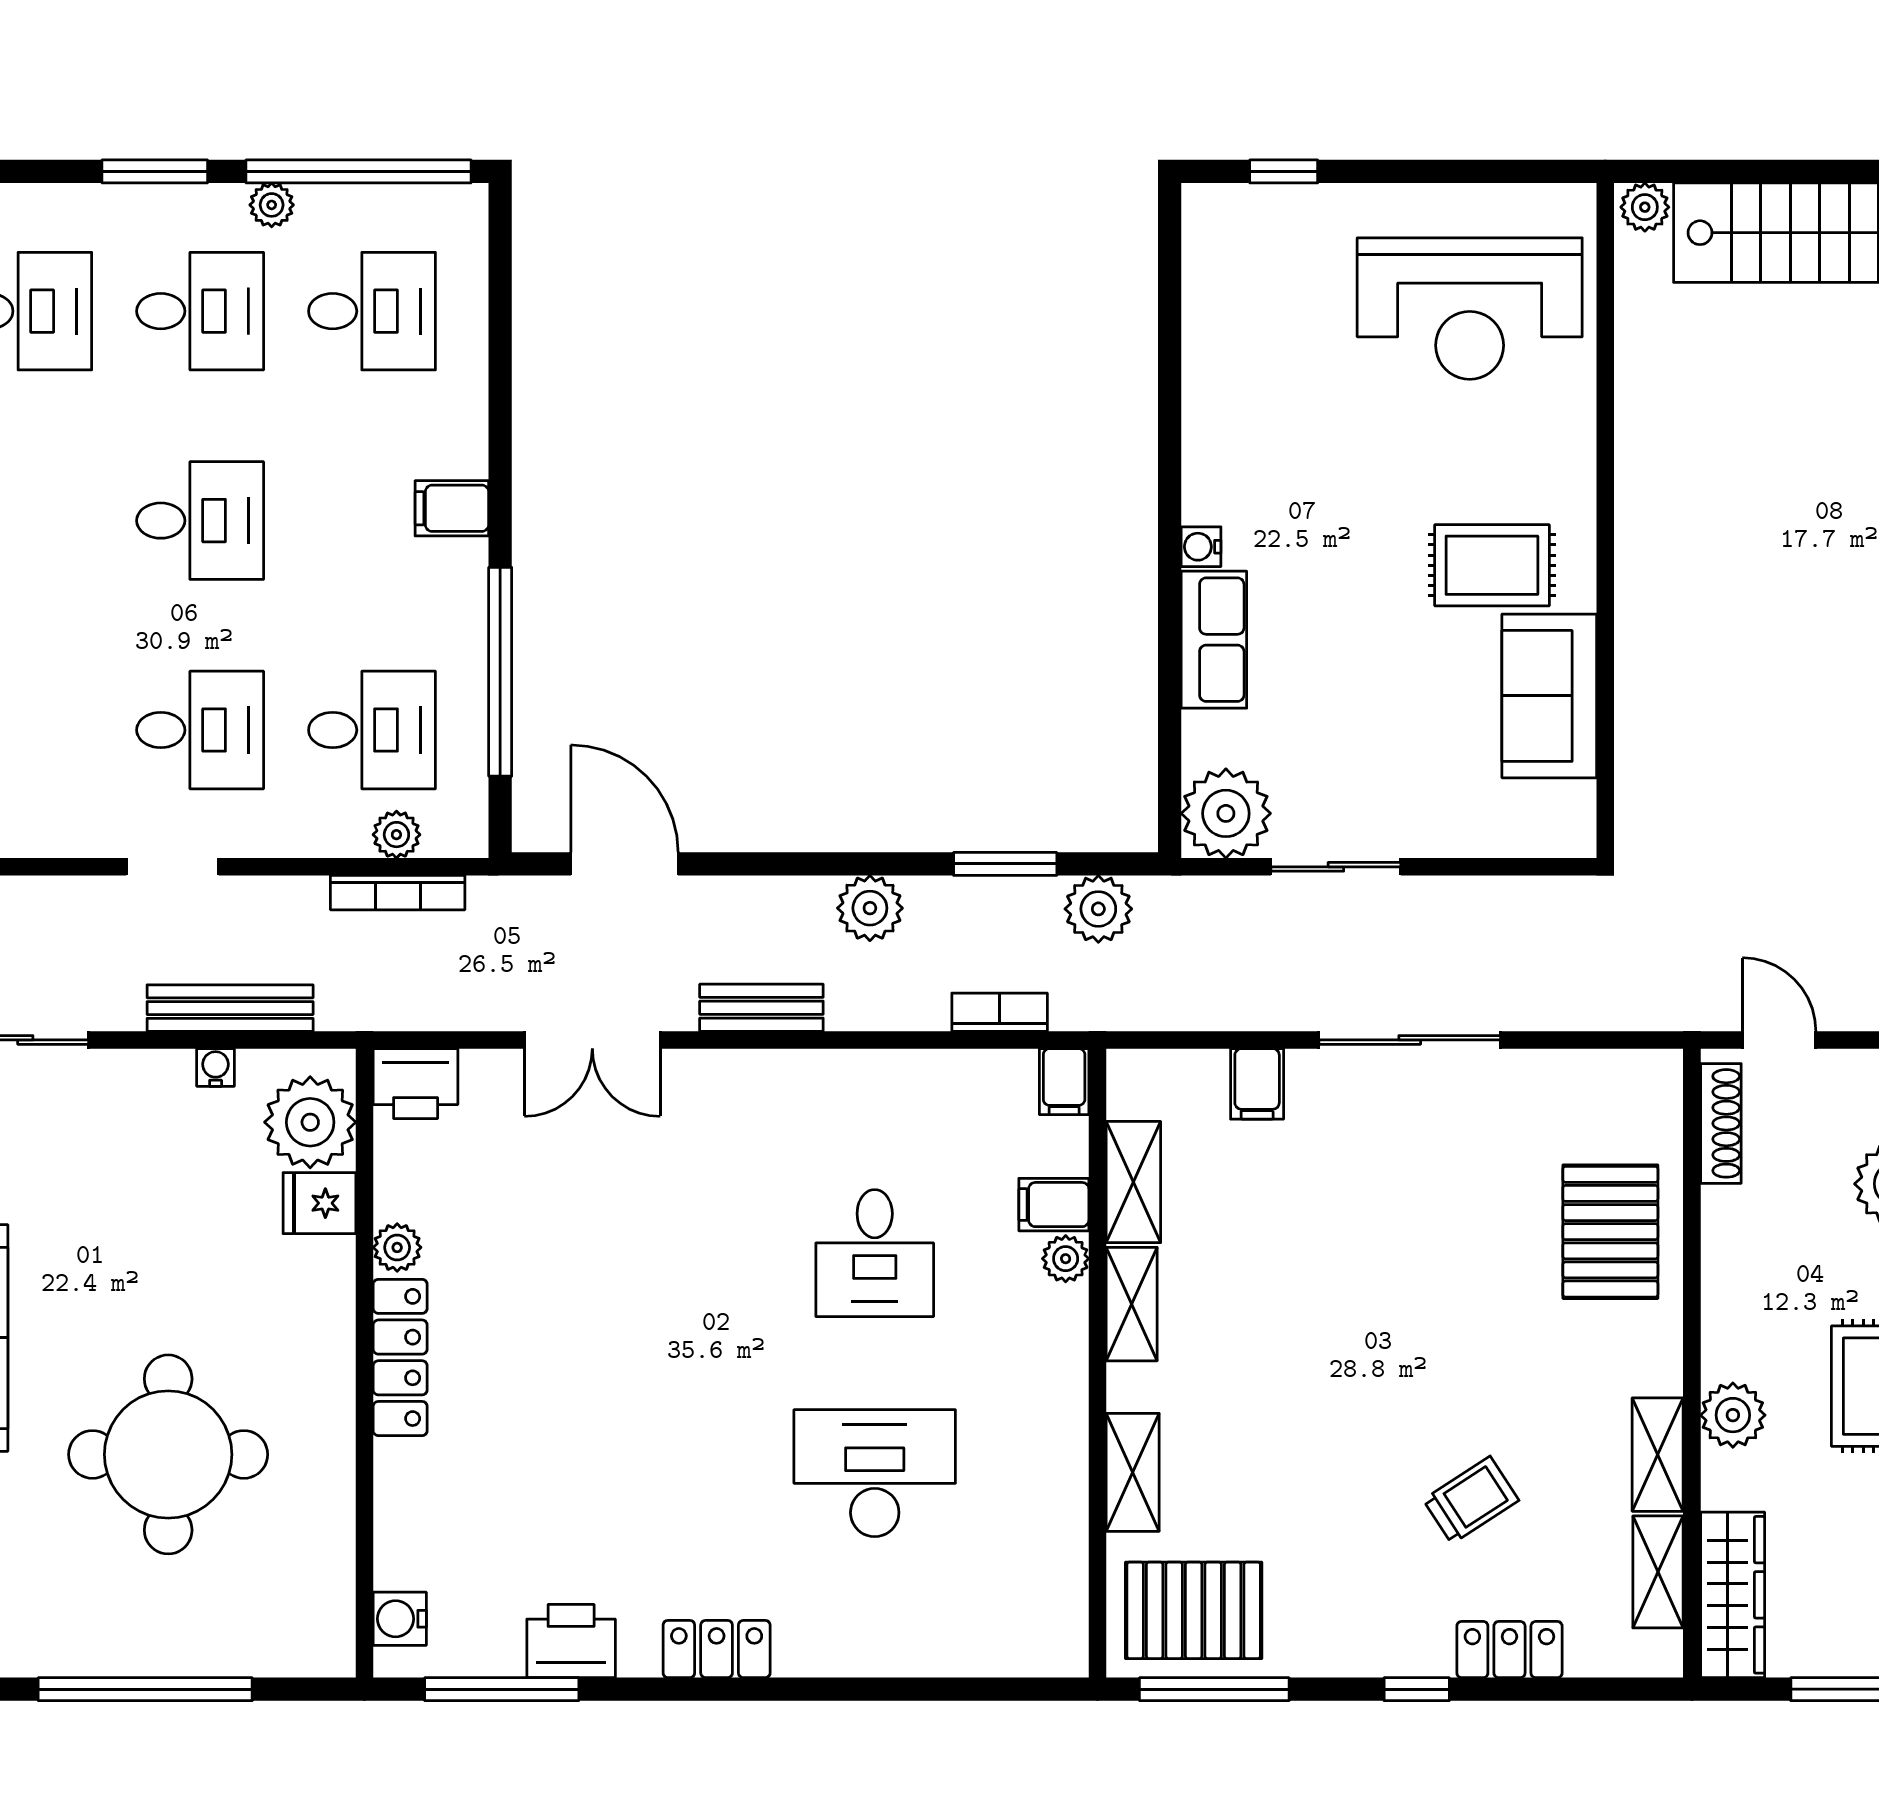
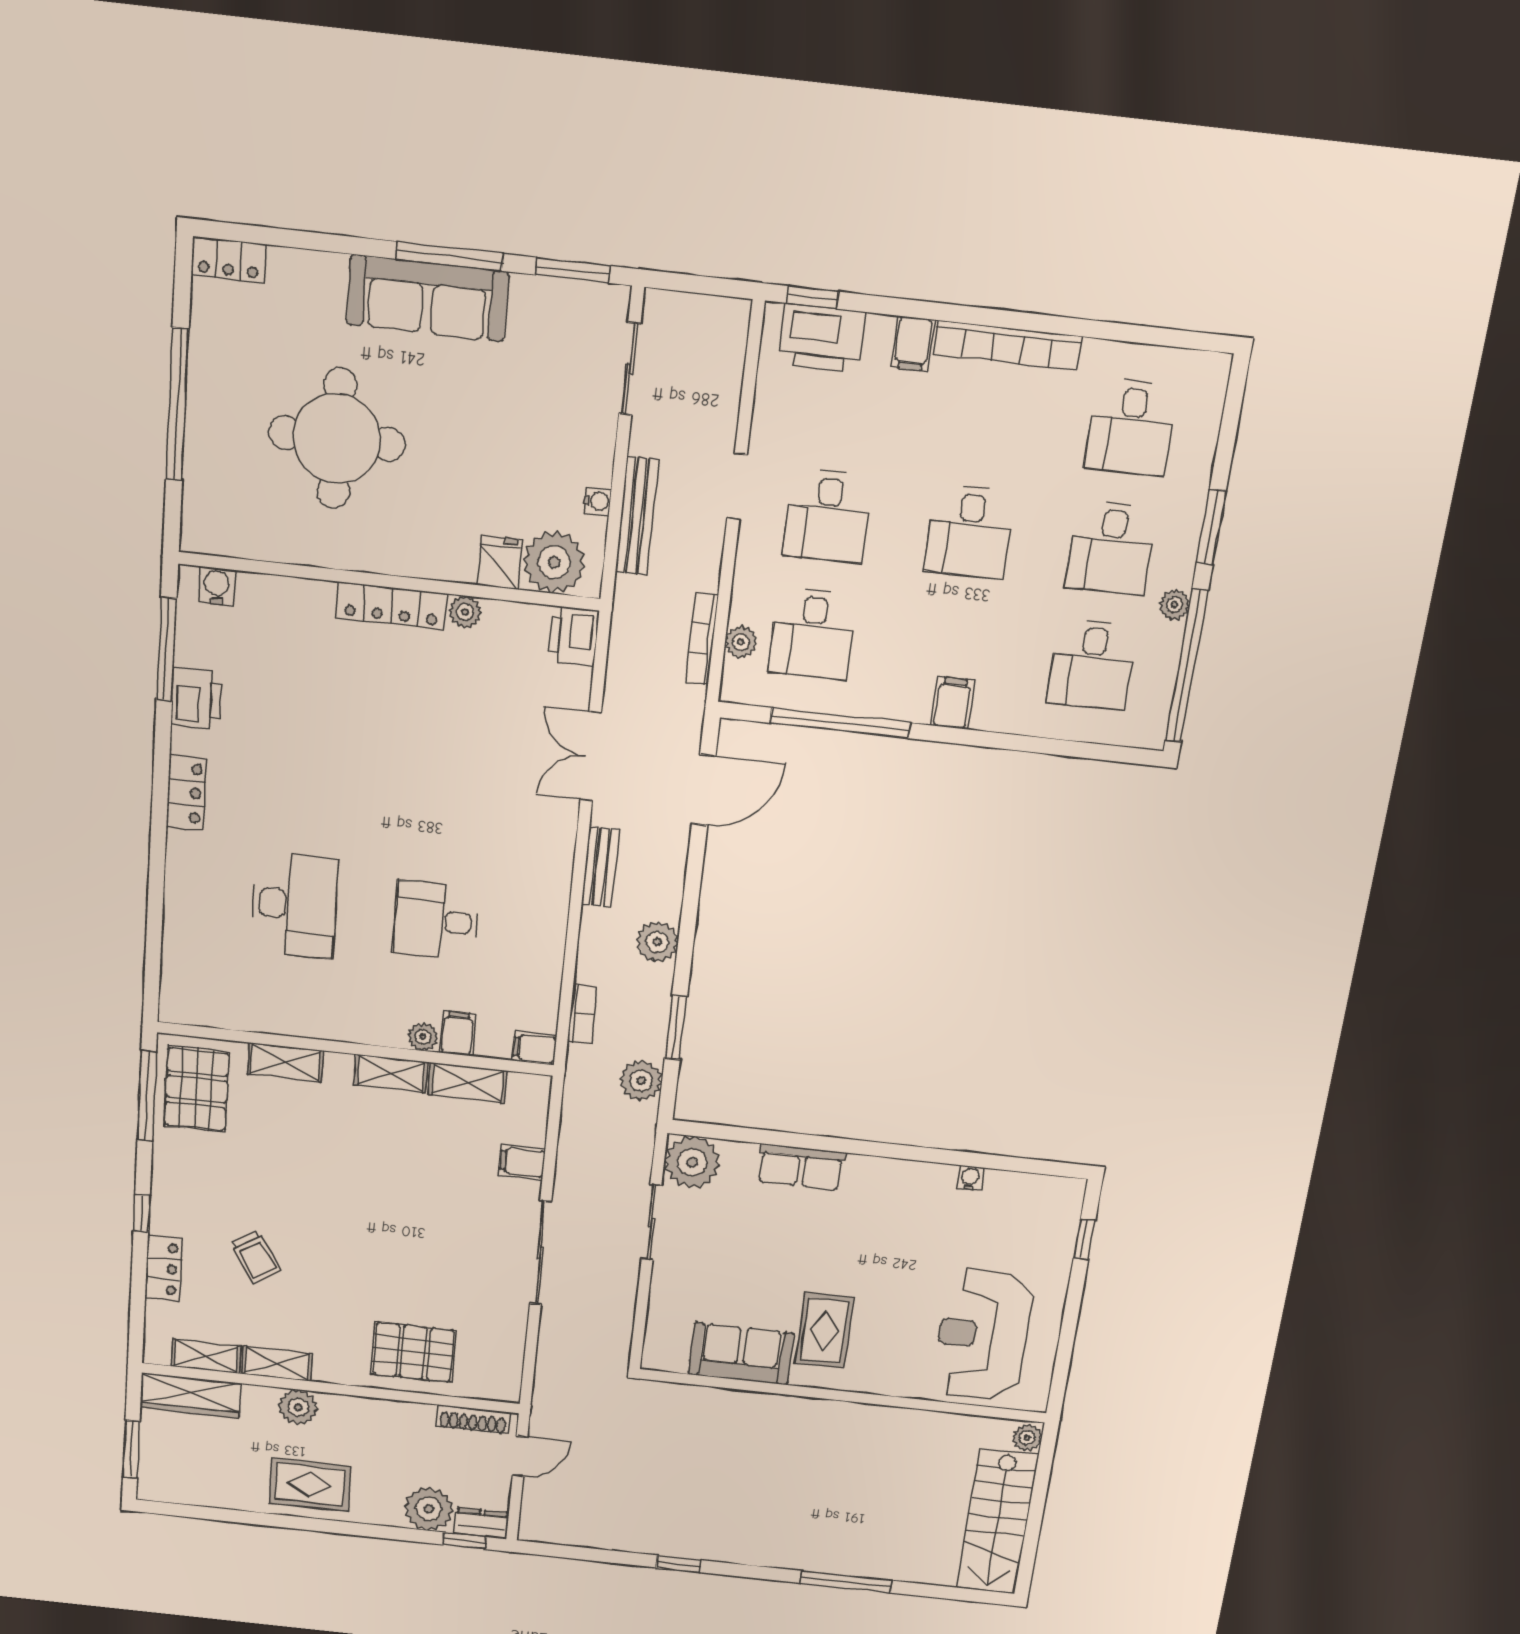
water cooler: (1201, 547) -> (970, 1178), moved

